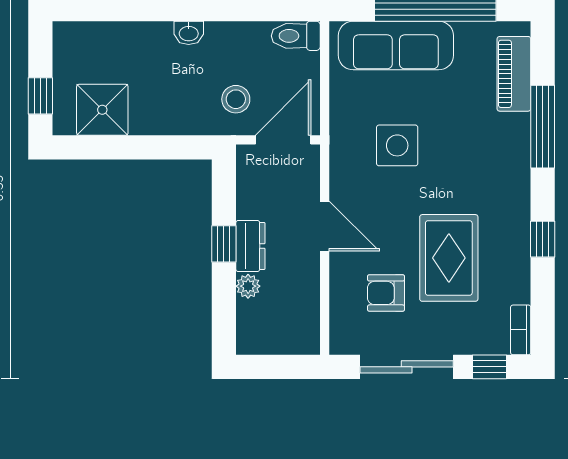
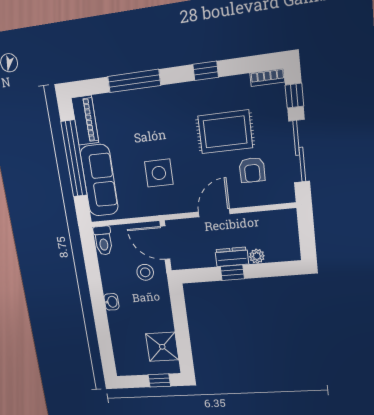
piano: (514, 74) -> (85, 120), moved, turned -90

